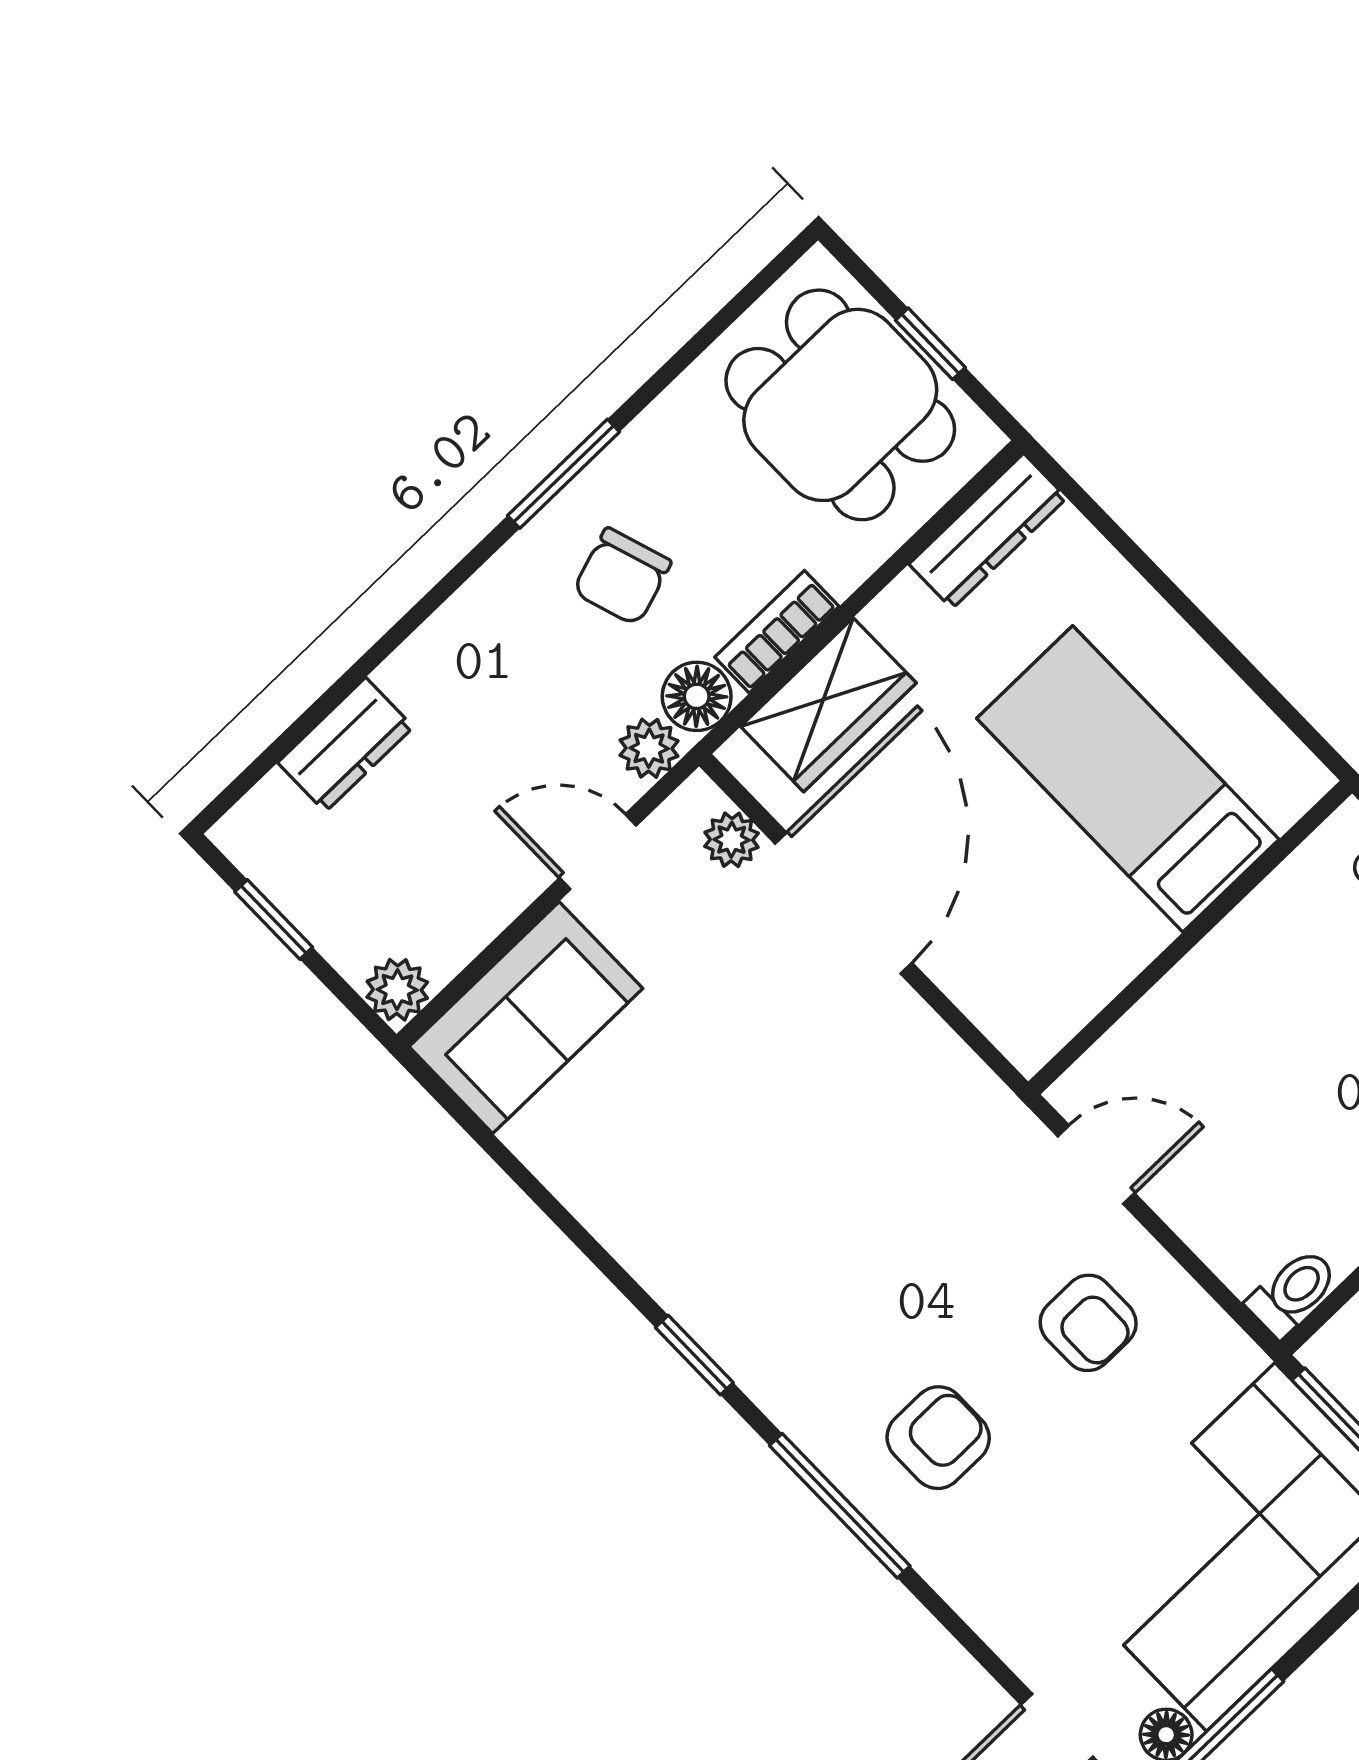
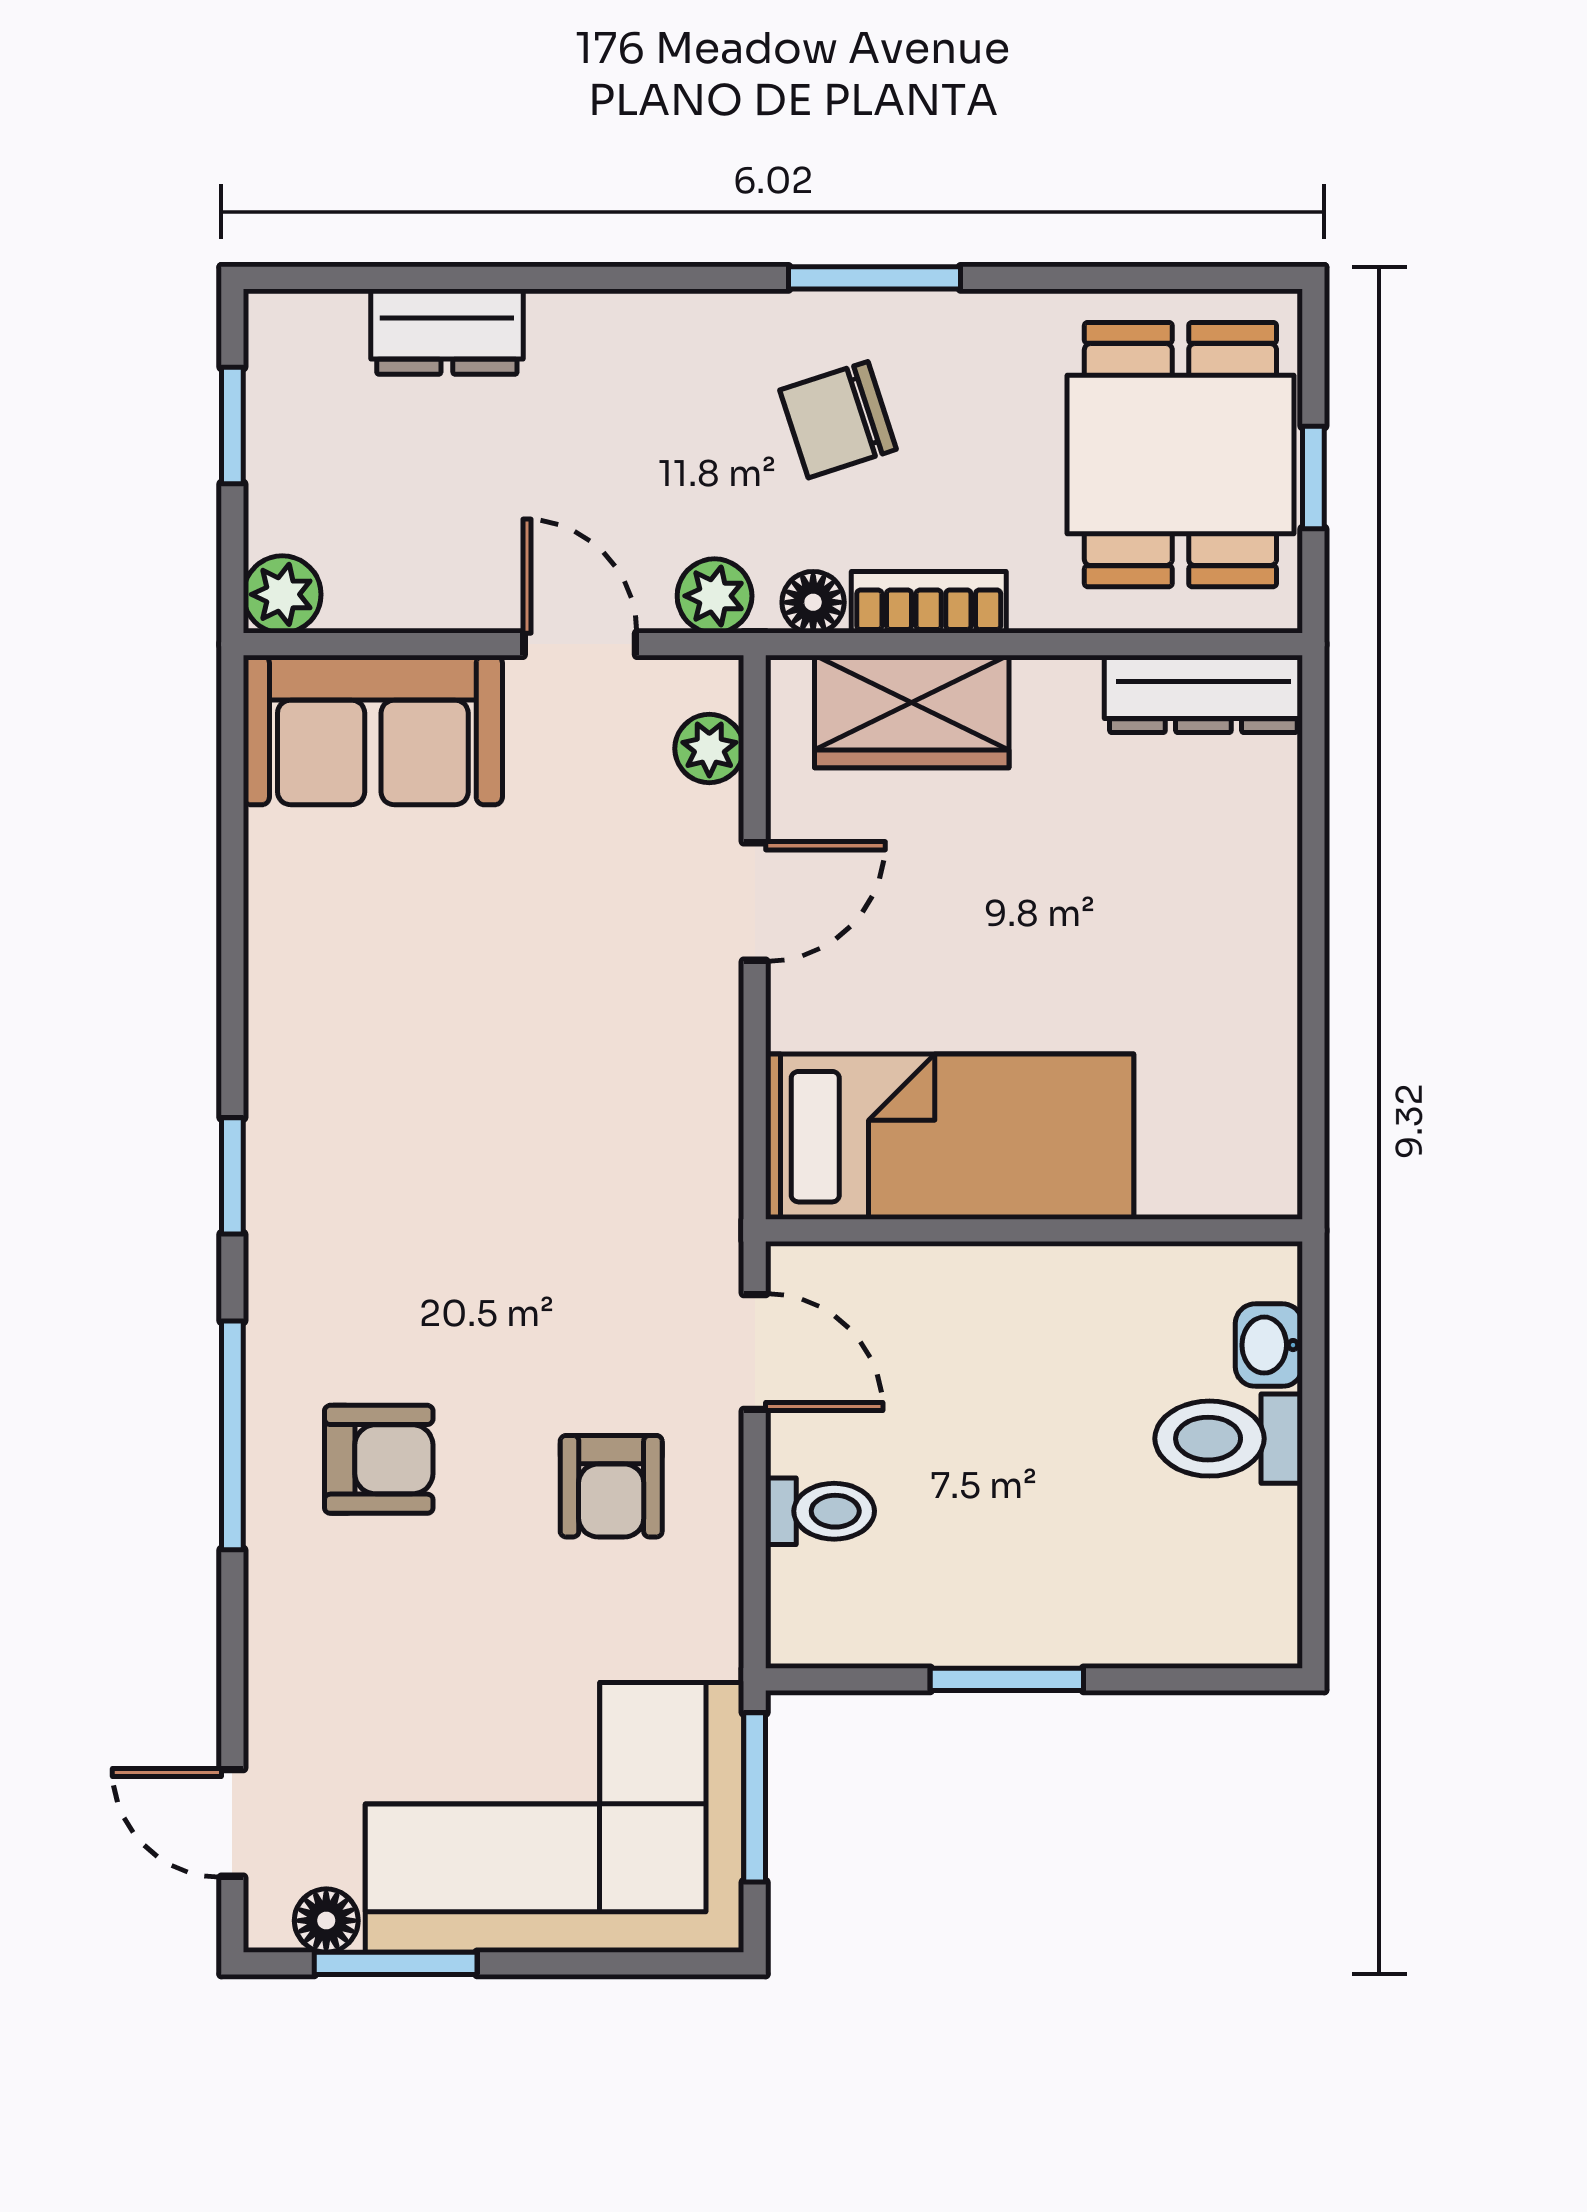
floor lamp: (697, 696) -> (813, 602), width x0.73, depth x0.73
bed: (1128, 779) -> (950, 1137), moved, turned 90
door: (844, 903) -> (755, 902), width x0.53
toilet: (1293, 1292) -> (820, 1511), moved

